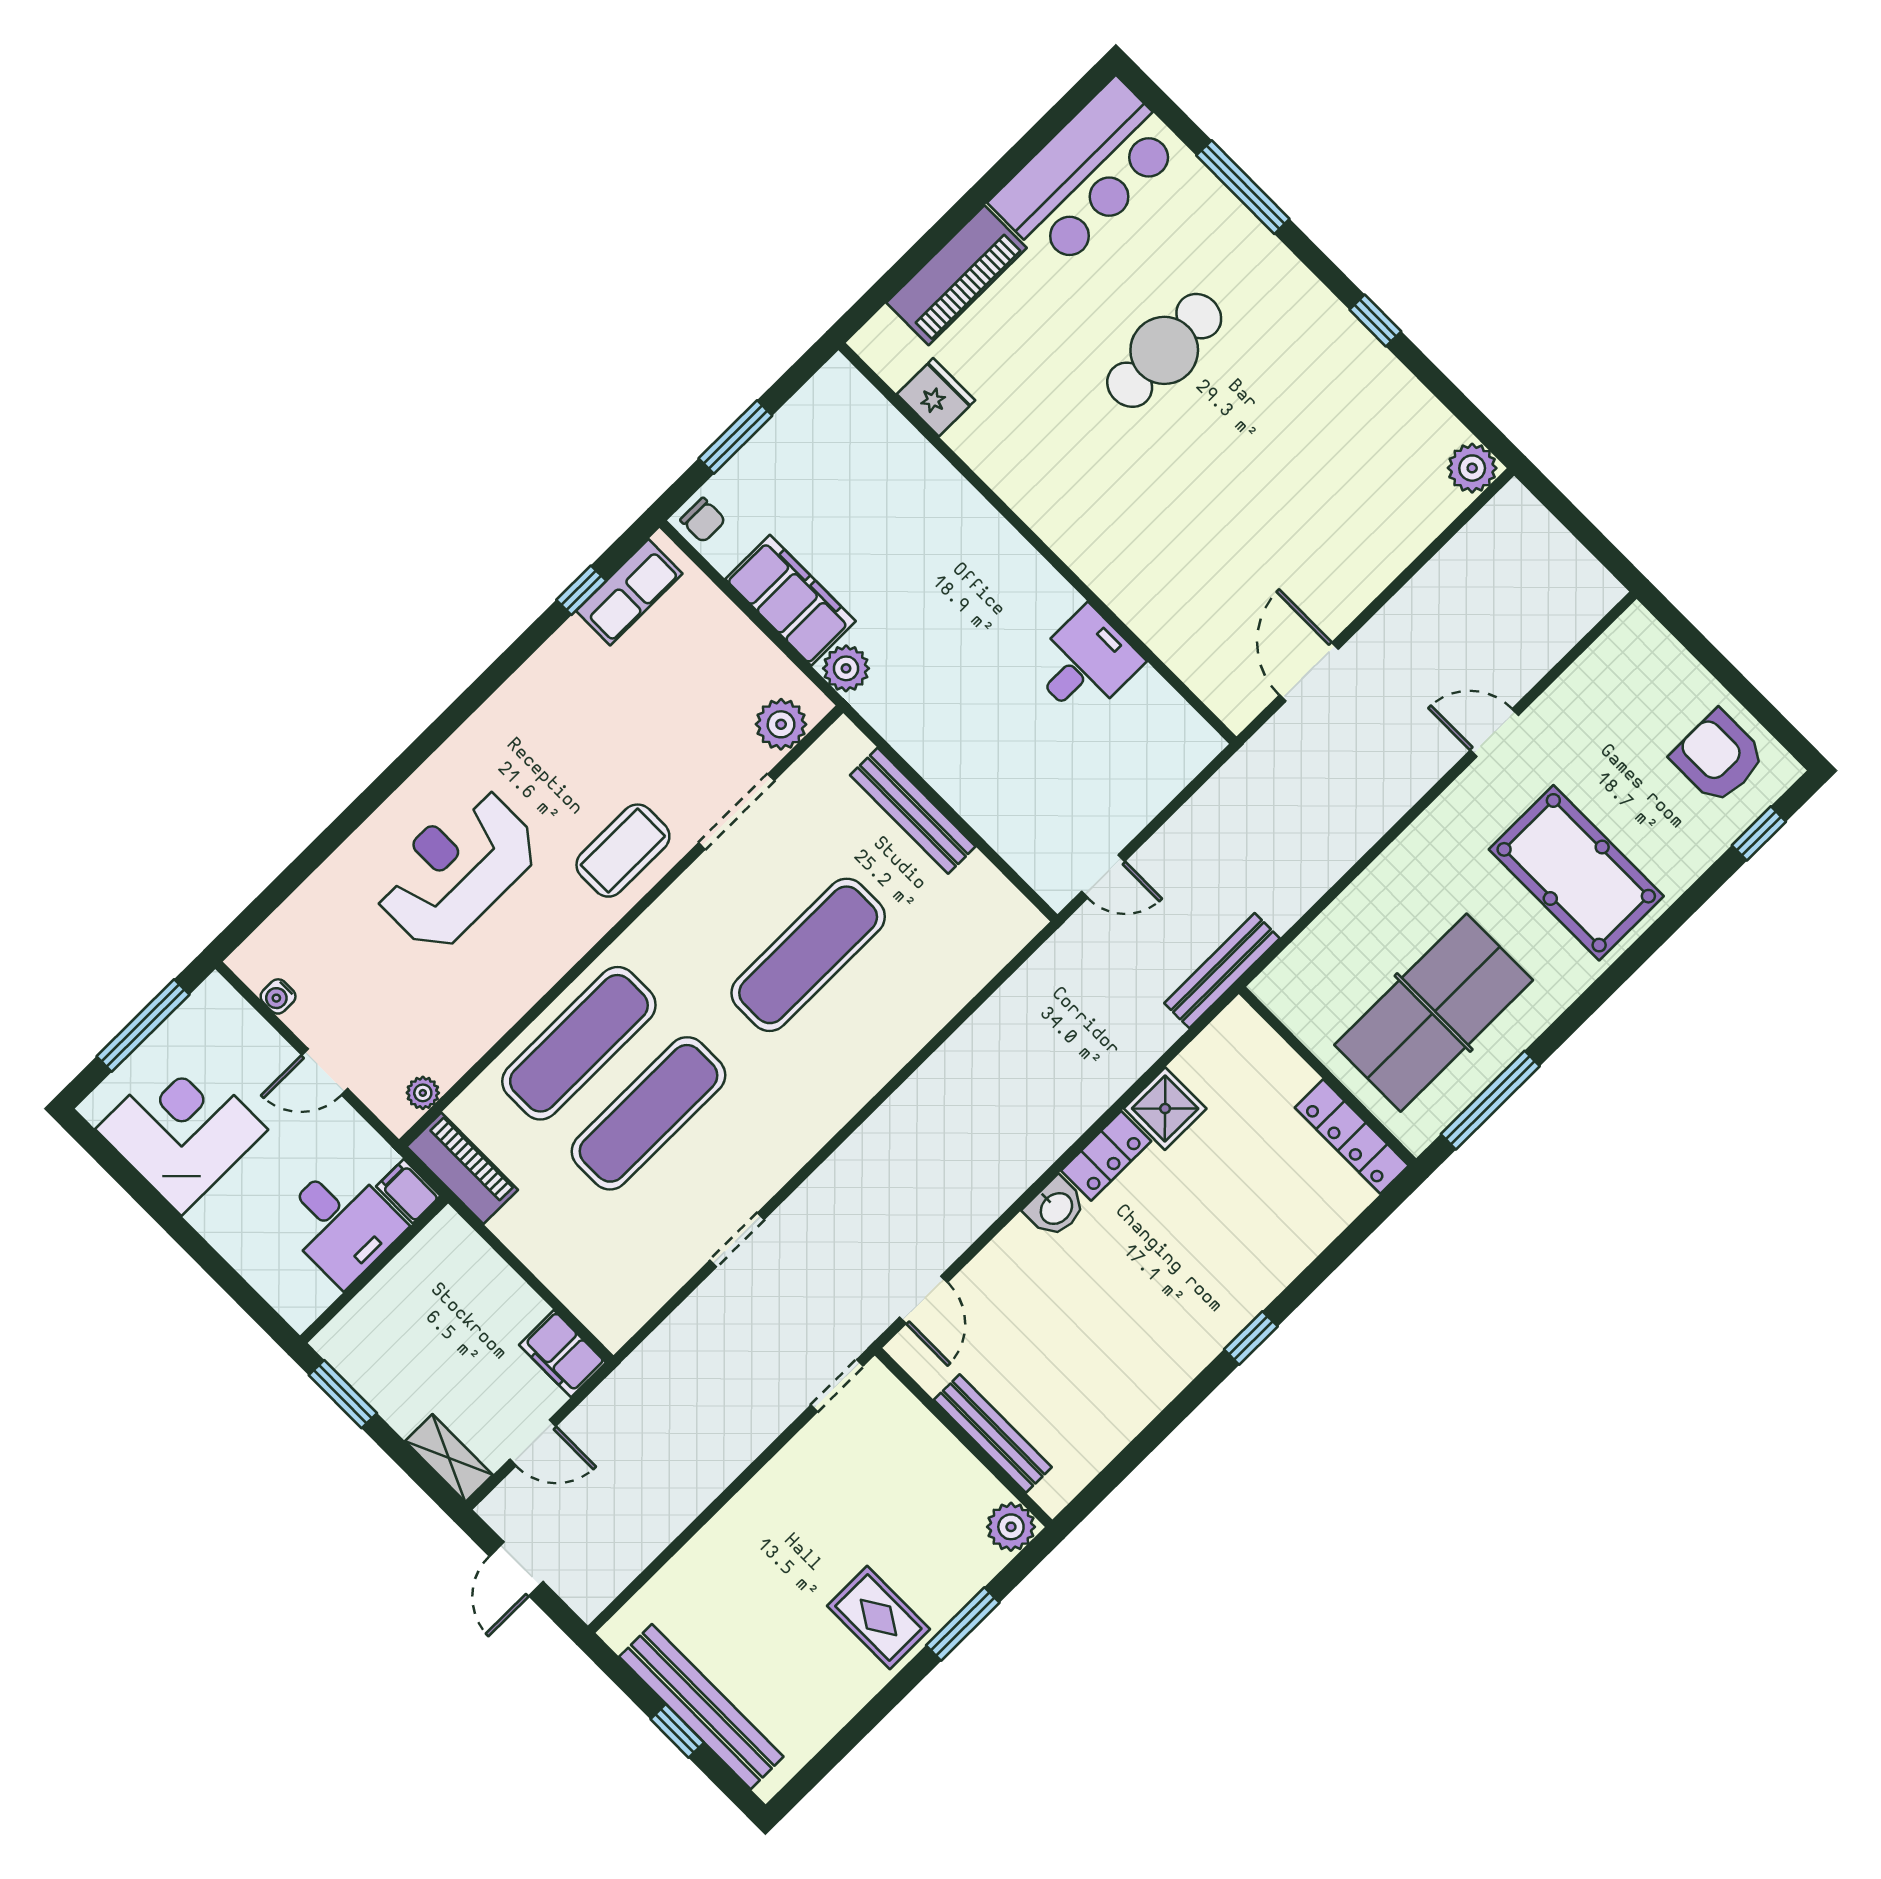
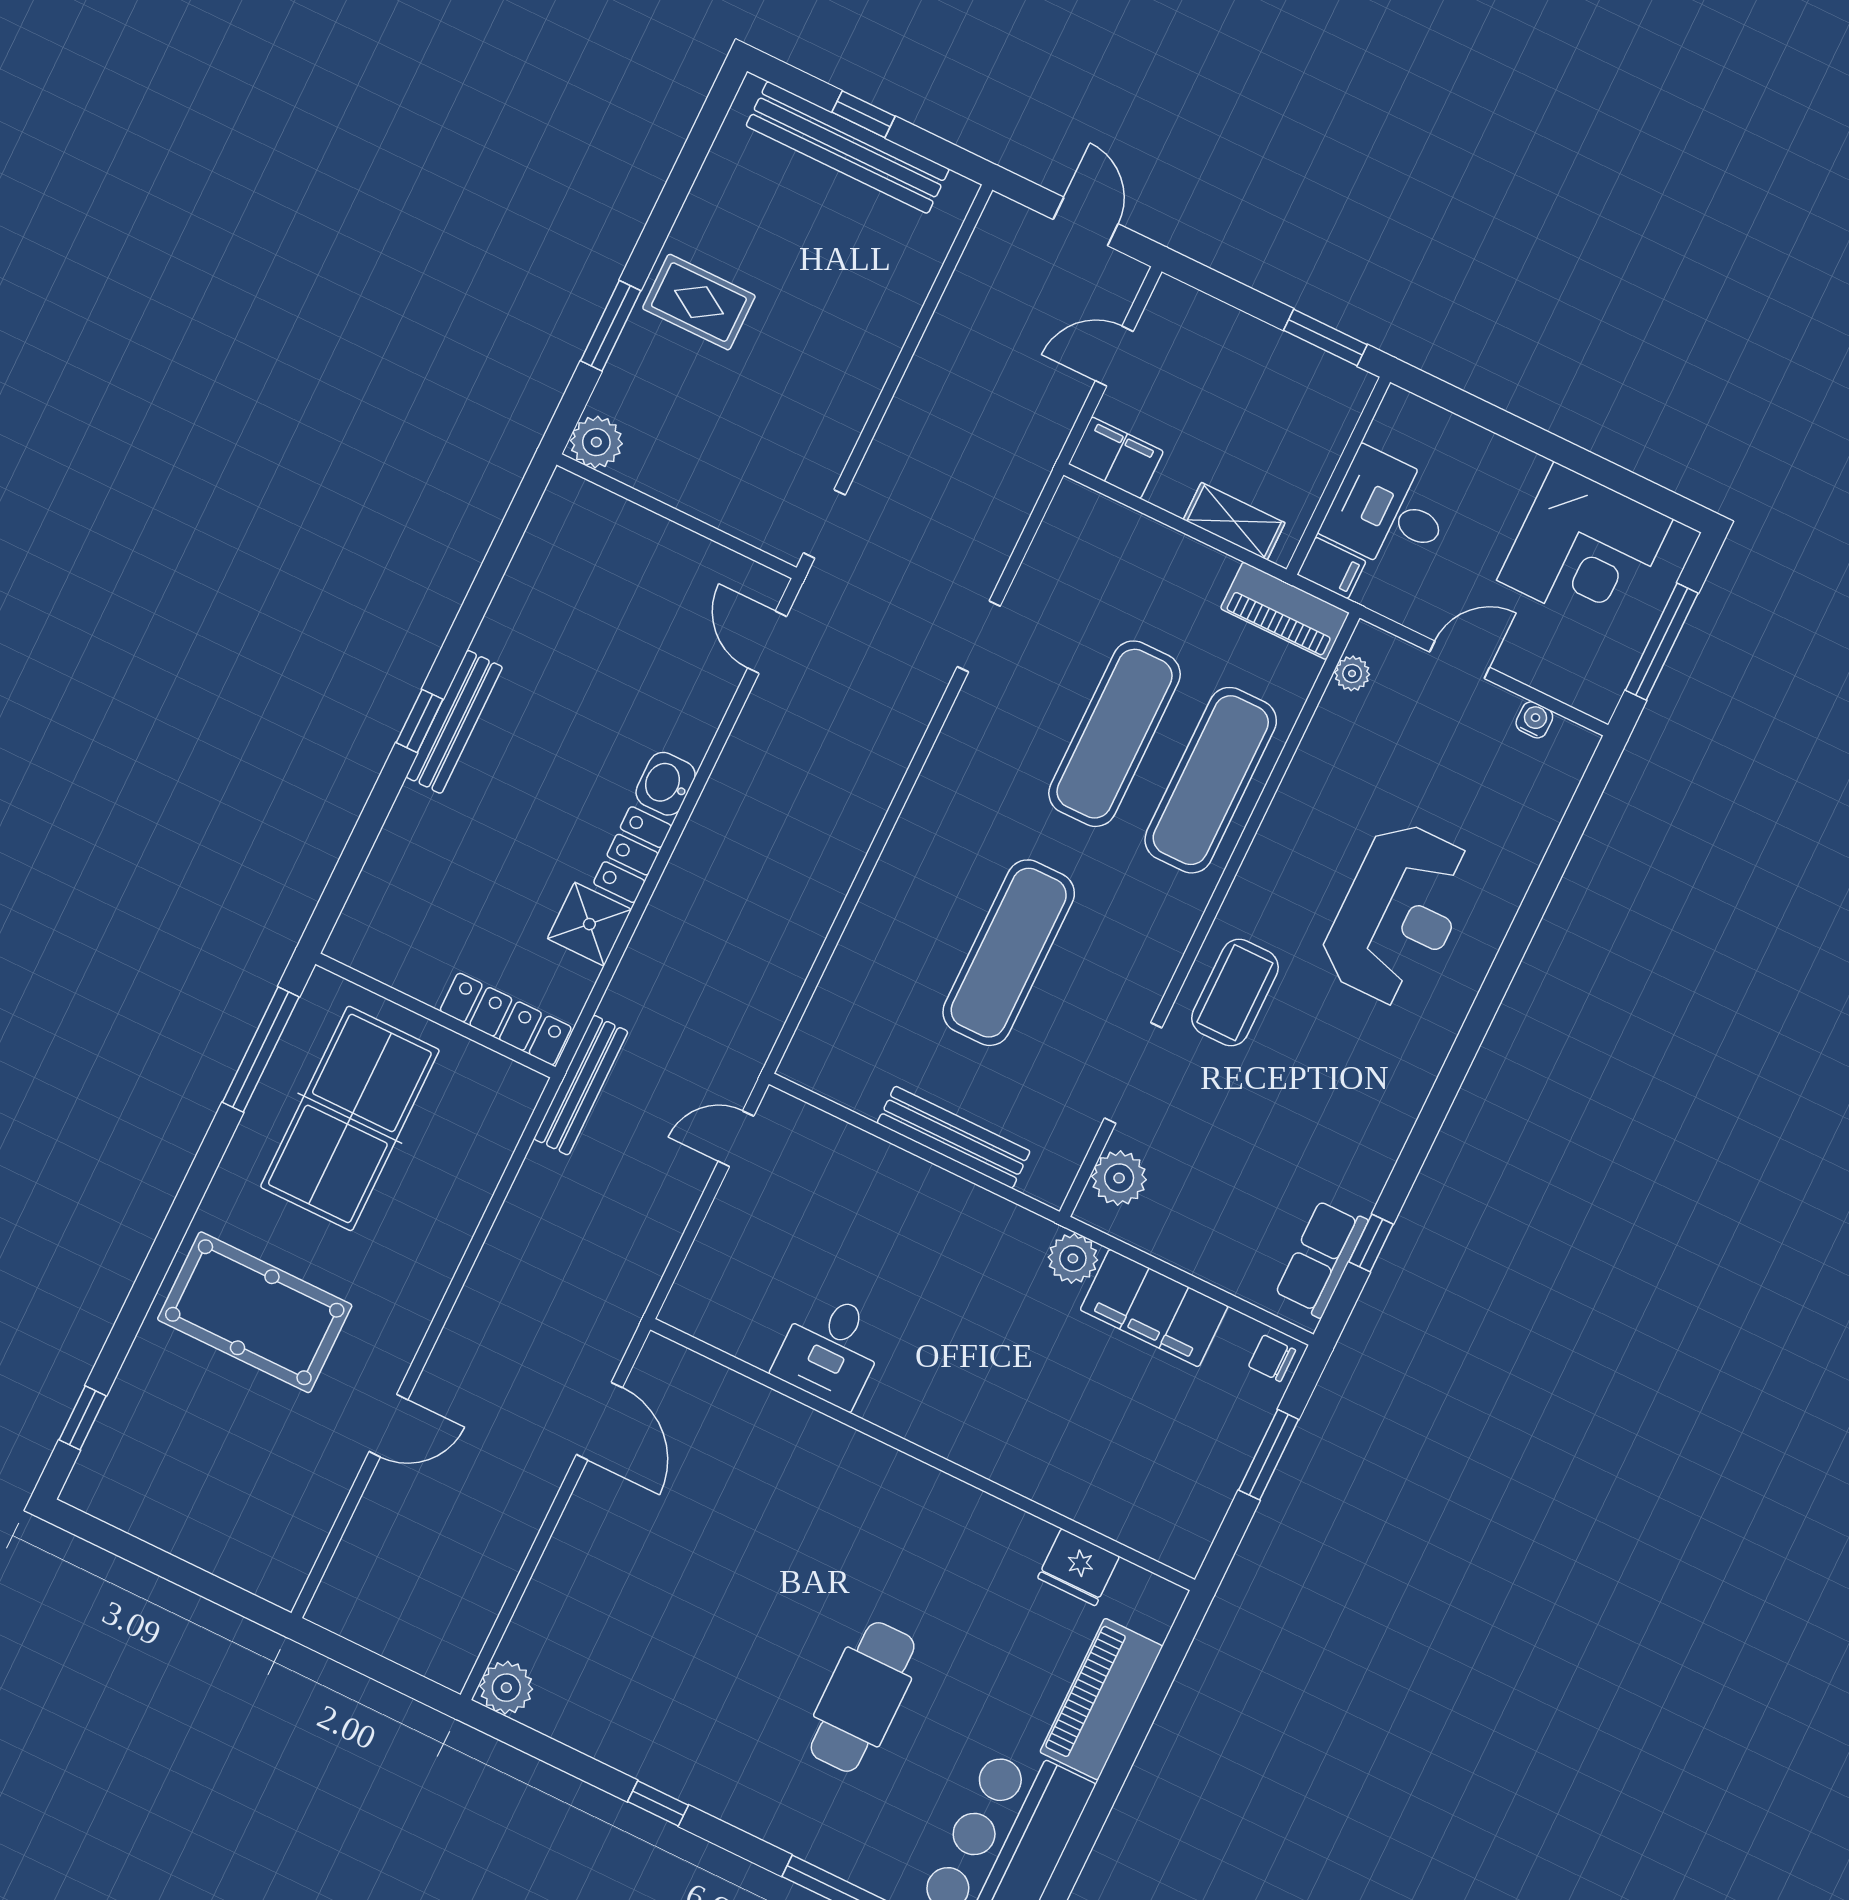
armchair: (1718, 757) -> (152, 1481), removed
locker: (1352, 1137) -> (506, 1019), moved
bench: (993, 1434) -> (454, 722), moved, turned 90
shelving: (449, 1458) -> (1234, 521), moved

